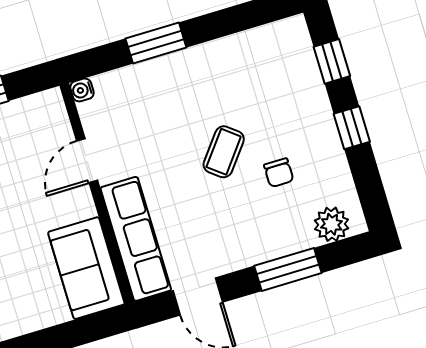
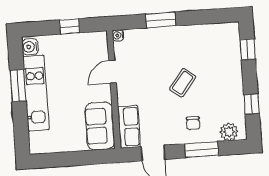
window: (352, 128) -> (252, 104), moved
chair: (279, 173) -> (193, 123), moved
row of seats: (136, 239) -> (129, 127), width x0.68

